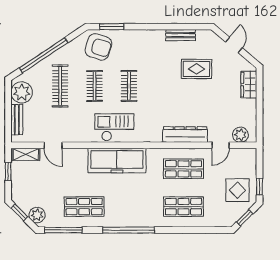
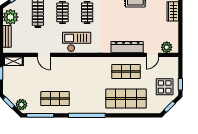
door: (53, 145) -> (44, 55), moved
freezer: (117, 161) -> (78, 66), removed
shop shelf: (183, 207) -> (126, 99), width x1.43, depth x1.36

